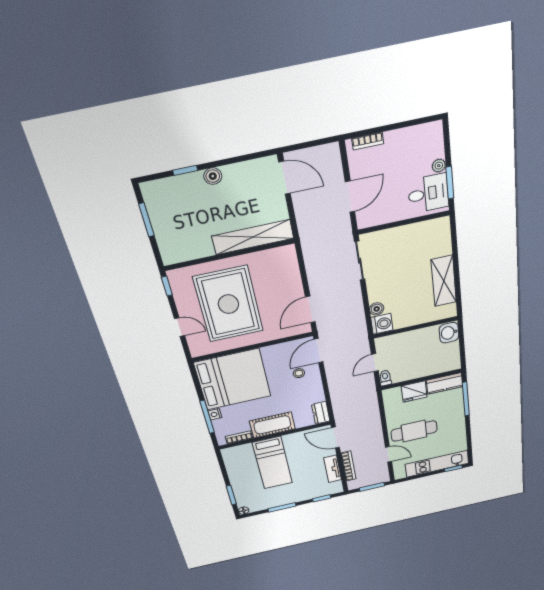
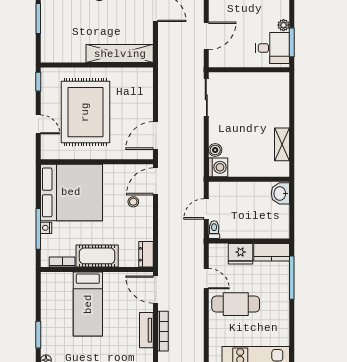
shelving: (444, 281) -> (282, 144), width x0.67, depth x0.75
door: (389, 454) -> (206, 279), moved

